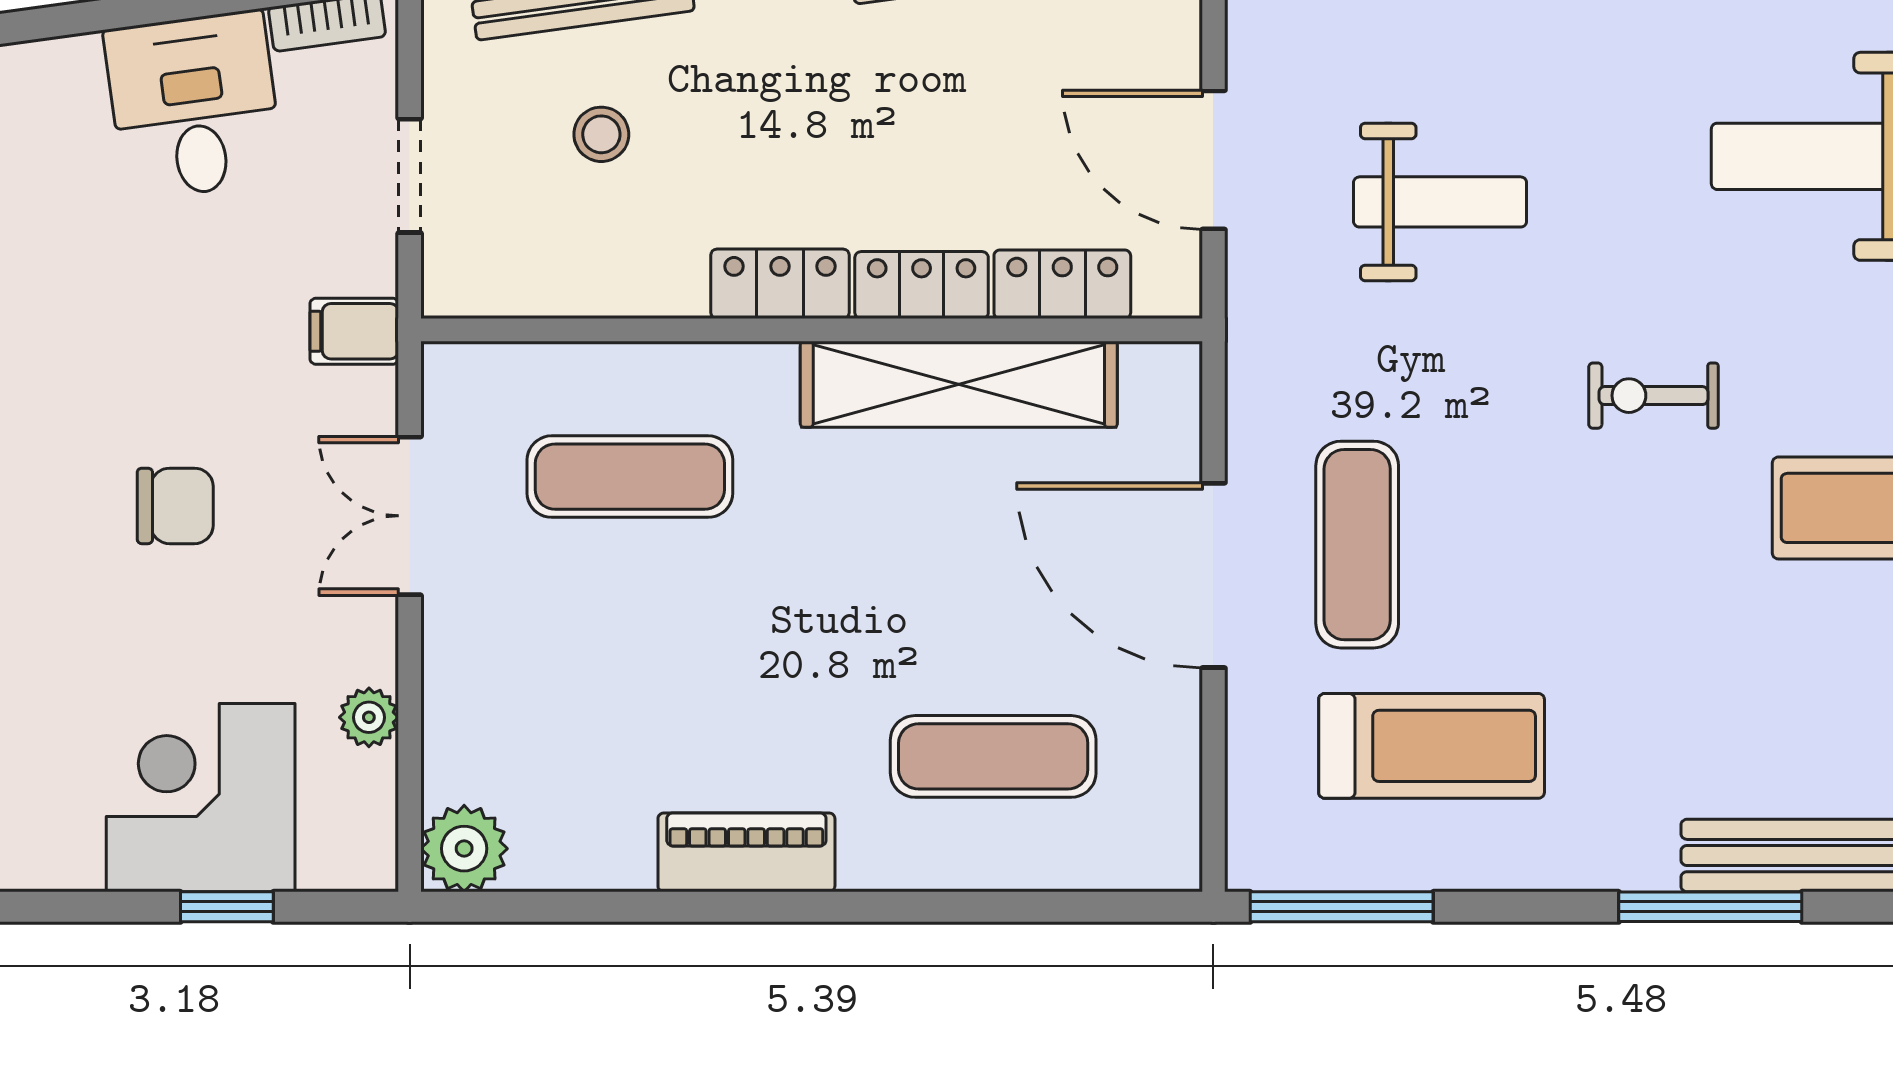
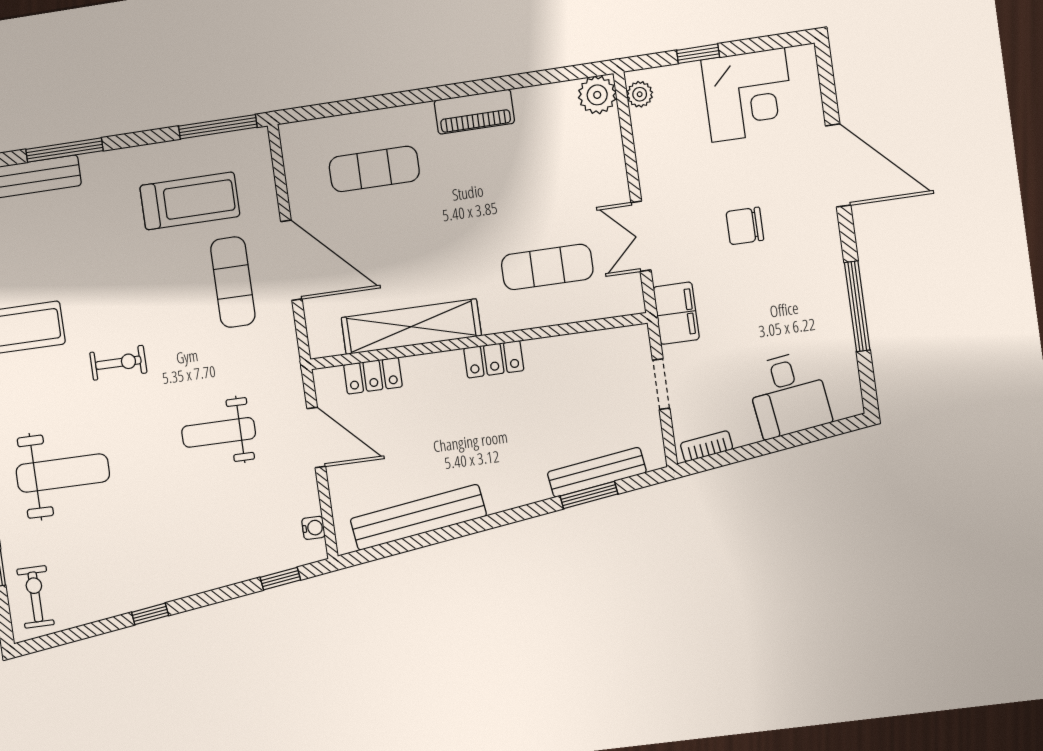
desk: (194, 105) -> (788, 394), moved
stool: (601, 134) -> (580, 413), removed
locker: (922, 285) -> (433, 367), removed
filing cabinet: (354, 331) -> (676, 313), width x2.00
double door: (410, 516) -> (641, 236), swing flipped
plant: (369, 717) -> (640, 94), moved
treadmill: (1432, 746) -> (190, 201), turned 180
corner desk: (201, 798) -> (748, 95), moved

